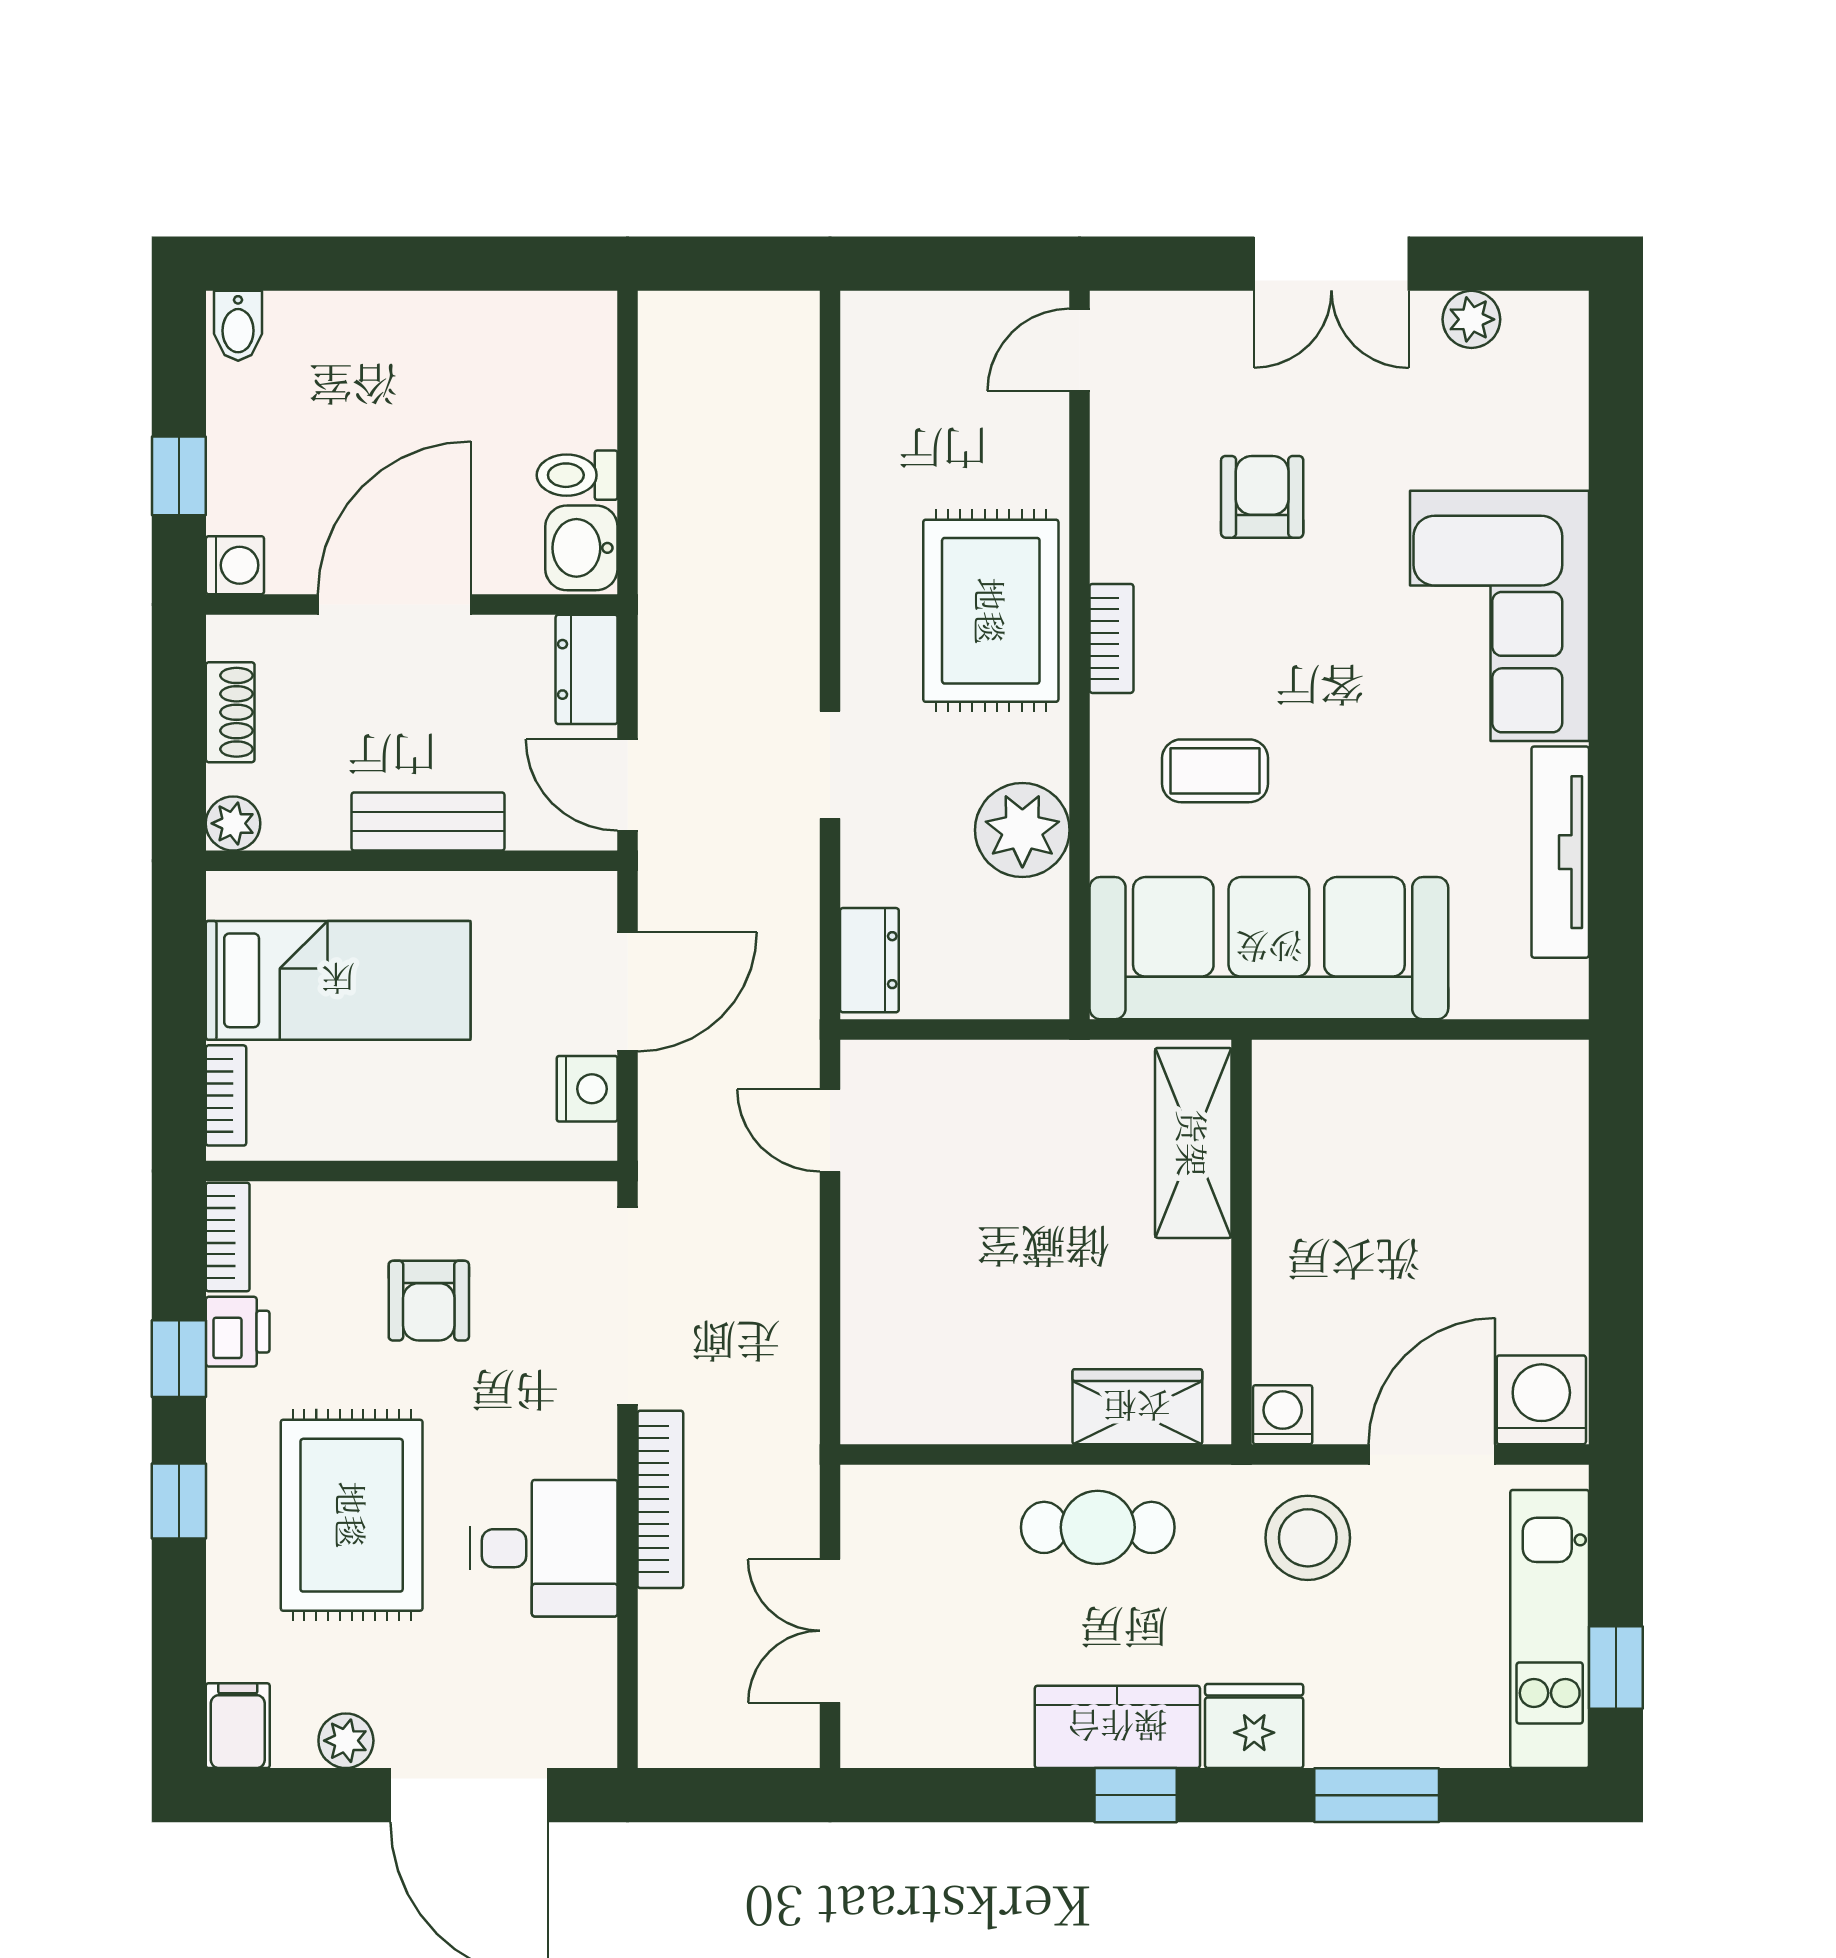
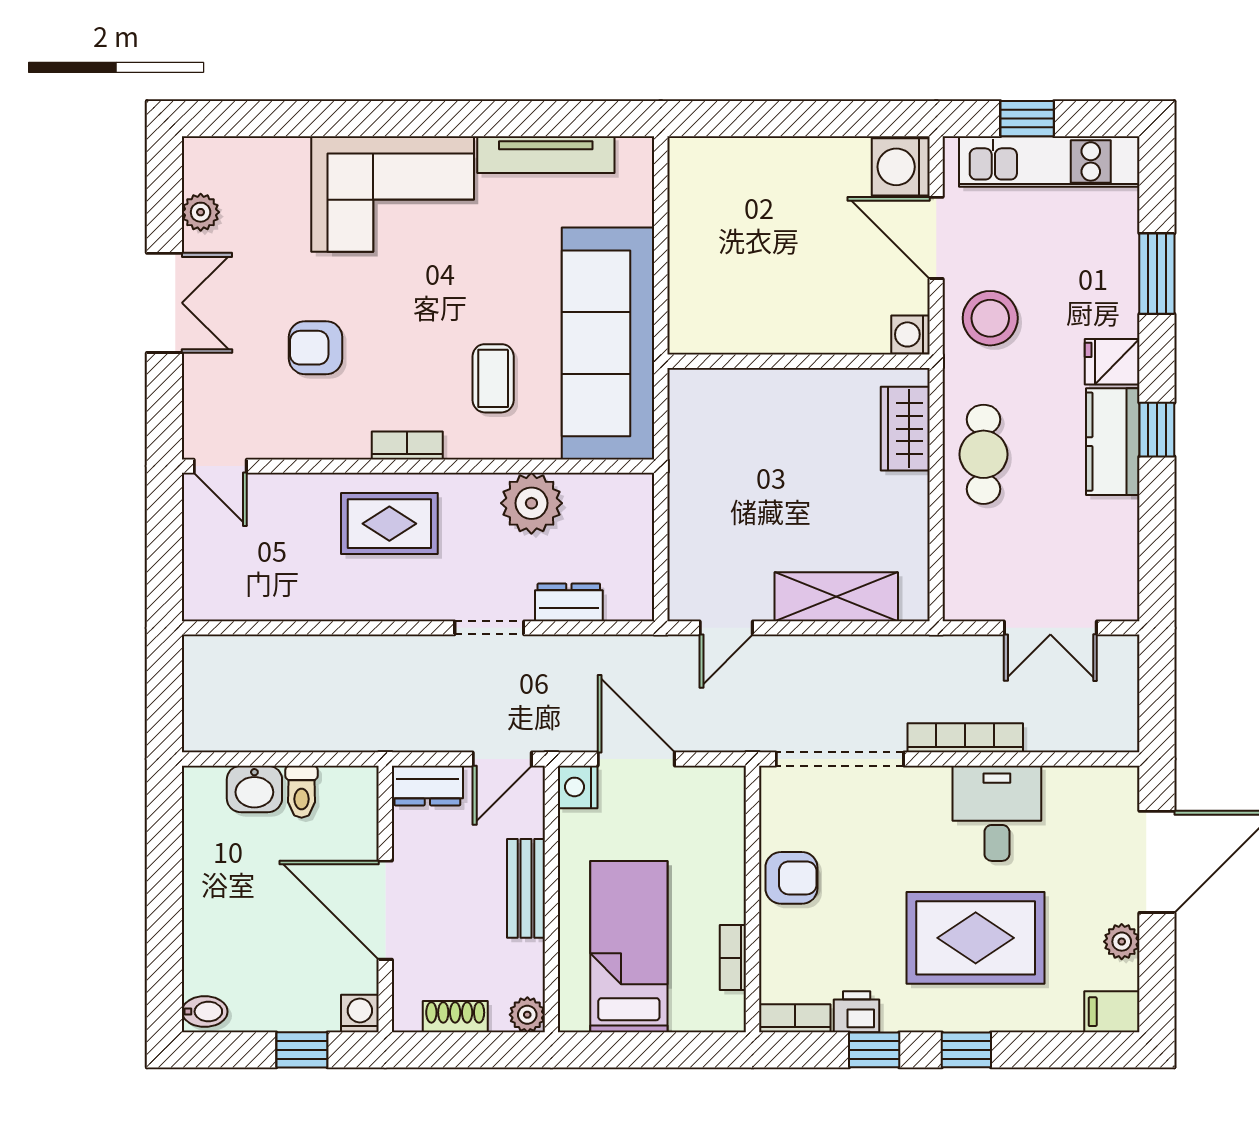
washbasin: (581, 548) -> (254, 789), moved
rug: (991, 611) -> (389, 524), width x0.73, depth x0.70
dresser: (869, 960) -> (569, 602), moved
nightstand: (587, 1089) -> (578, 787), moved, turned -90
bookcase: (226, 1095) -> (733, 958), moved, turned -90
shelving: (1193, 1143) -> (836, 597), moved
armchair: (429, 1301) -> (791, 878), moved
window: (1616, 1668) -> (1027, 119), moved
fridge: (1254, 1726) -> (1112, 362), width x0.72

